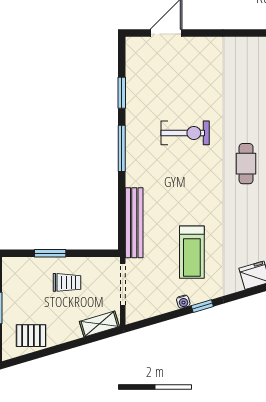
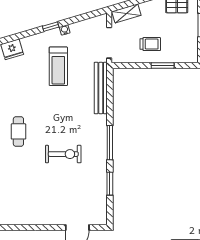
exercise bike: (185, 133) -> (63, 154), turned 180
treadmill: (192, 252) -> (58, 66), turned 180
trolley: (67, 282) -> (150, 44), turned 180

